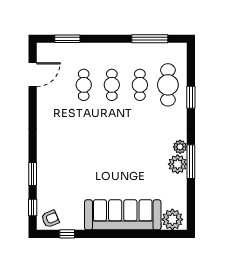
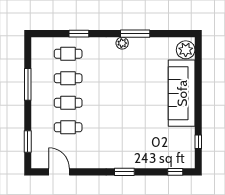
window: (150, 39) -> (28, 84), moved
cafe table: (168, 85) -> (68, 54), width x0.73, depth x0.74
plant: (178, 164) -> (137, 45), removed
window: (33, 174) -> (124, 172), moved
armchair: (50, 219) -> (185, 157), removed

